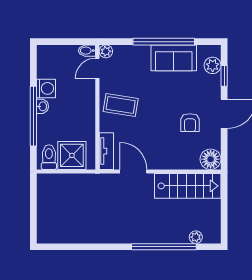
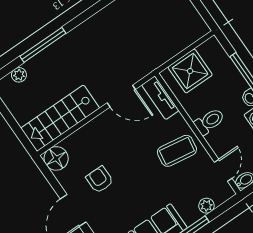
plant: (106, 51) -> (206, 206), moved
toilet: (49, 157) -> (209, 121), moved, turned -90
window: (164, 247) -> (43, 45), width x0.68

